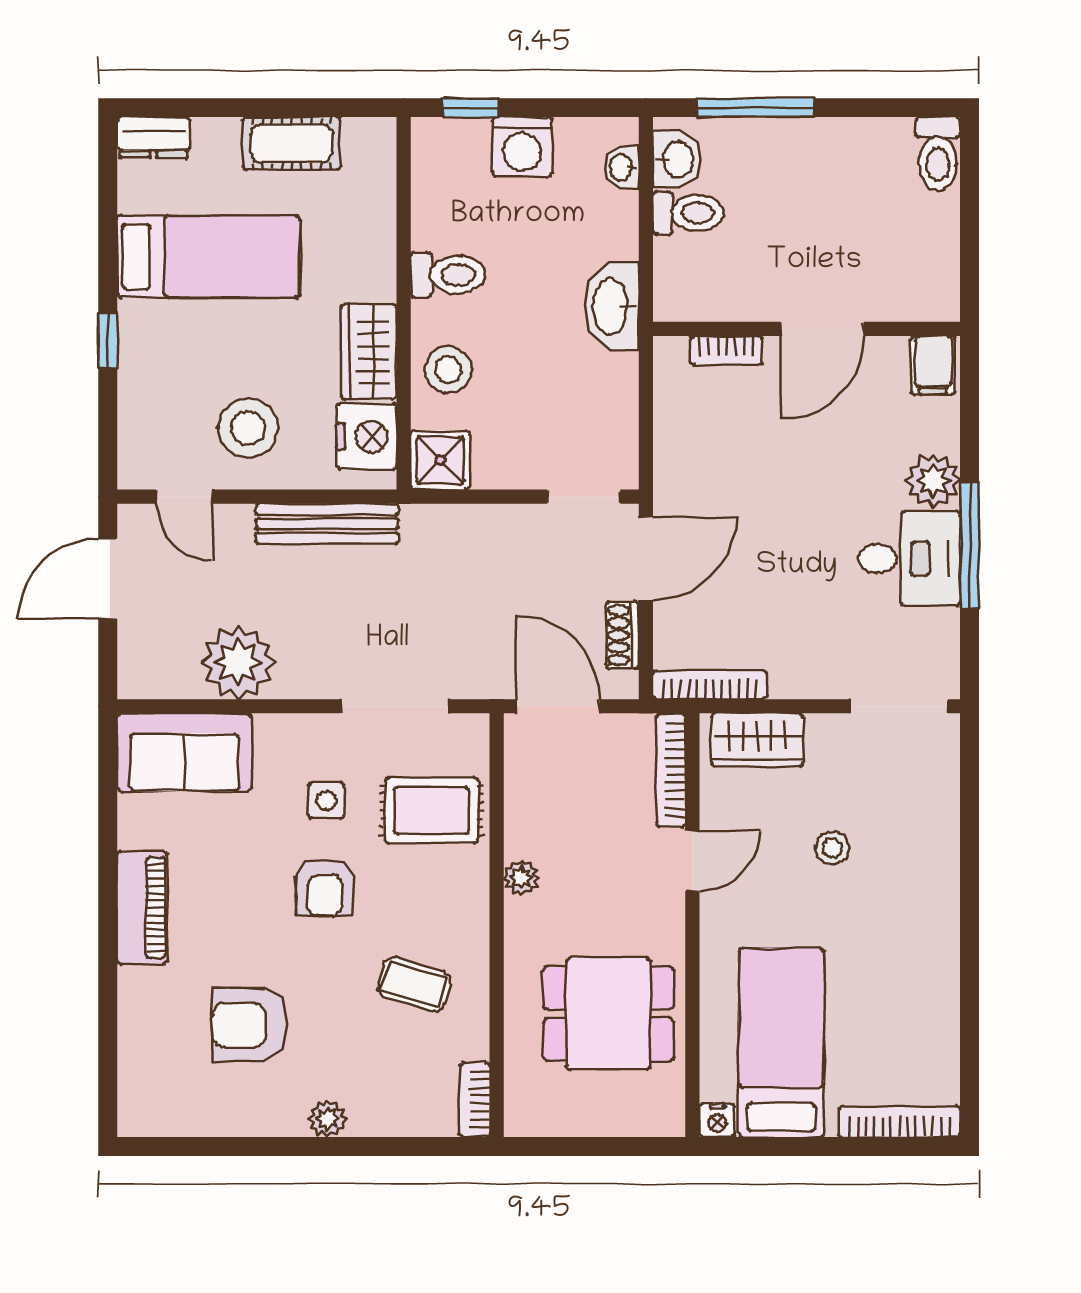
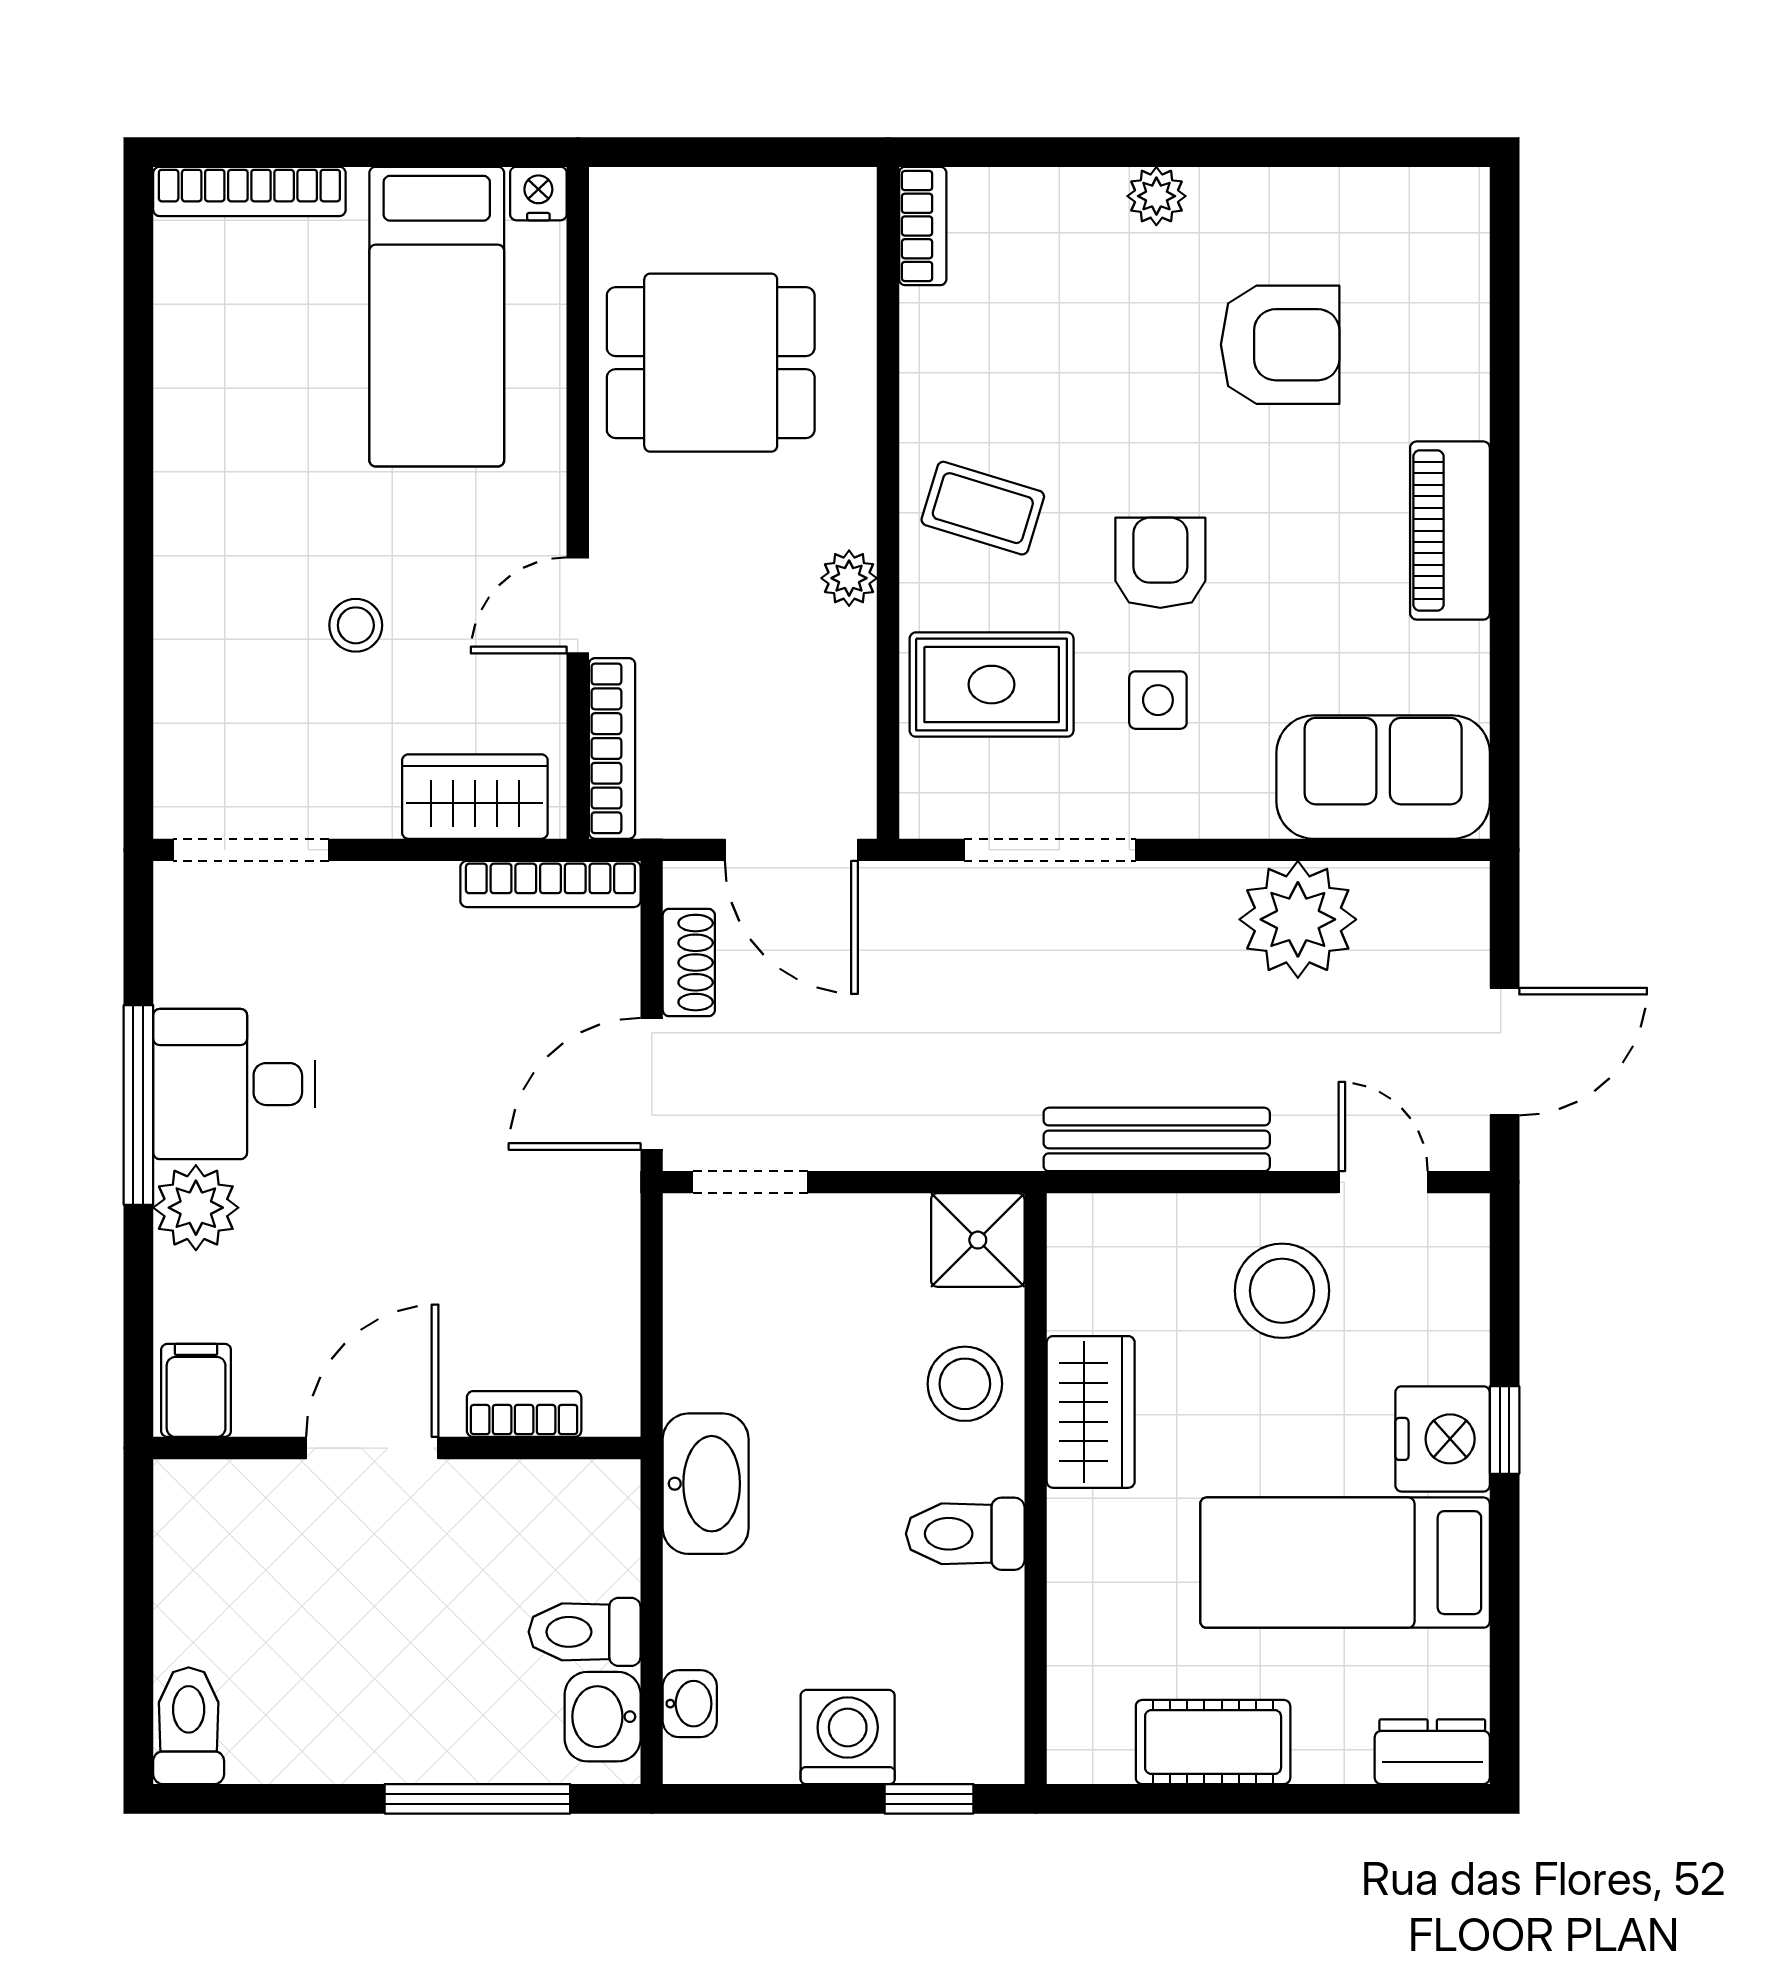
nightstand: (367, 436) -> (1443, 1439), moved, turned 180
coffee table: (414, 984) -> (983, 508), moved

